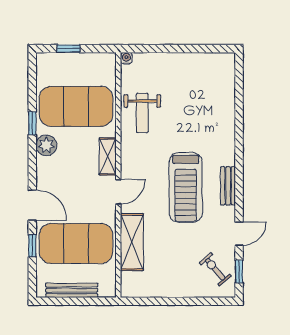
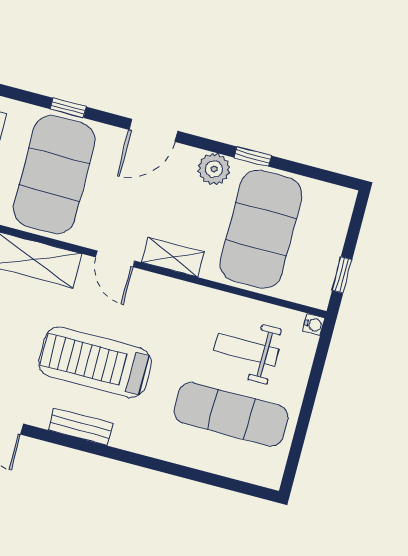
window: (69, 49) -> (342, 275), moved
exercise mat: (196, 95) -> (231, 414), added
weight bench: (142, 113) -> (246, 350), moved
door: (32, 205) -> (153, 130), moved

